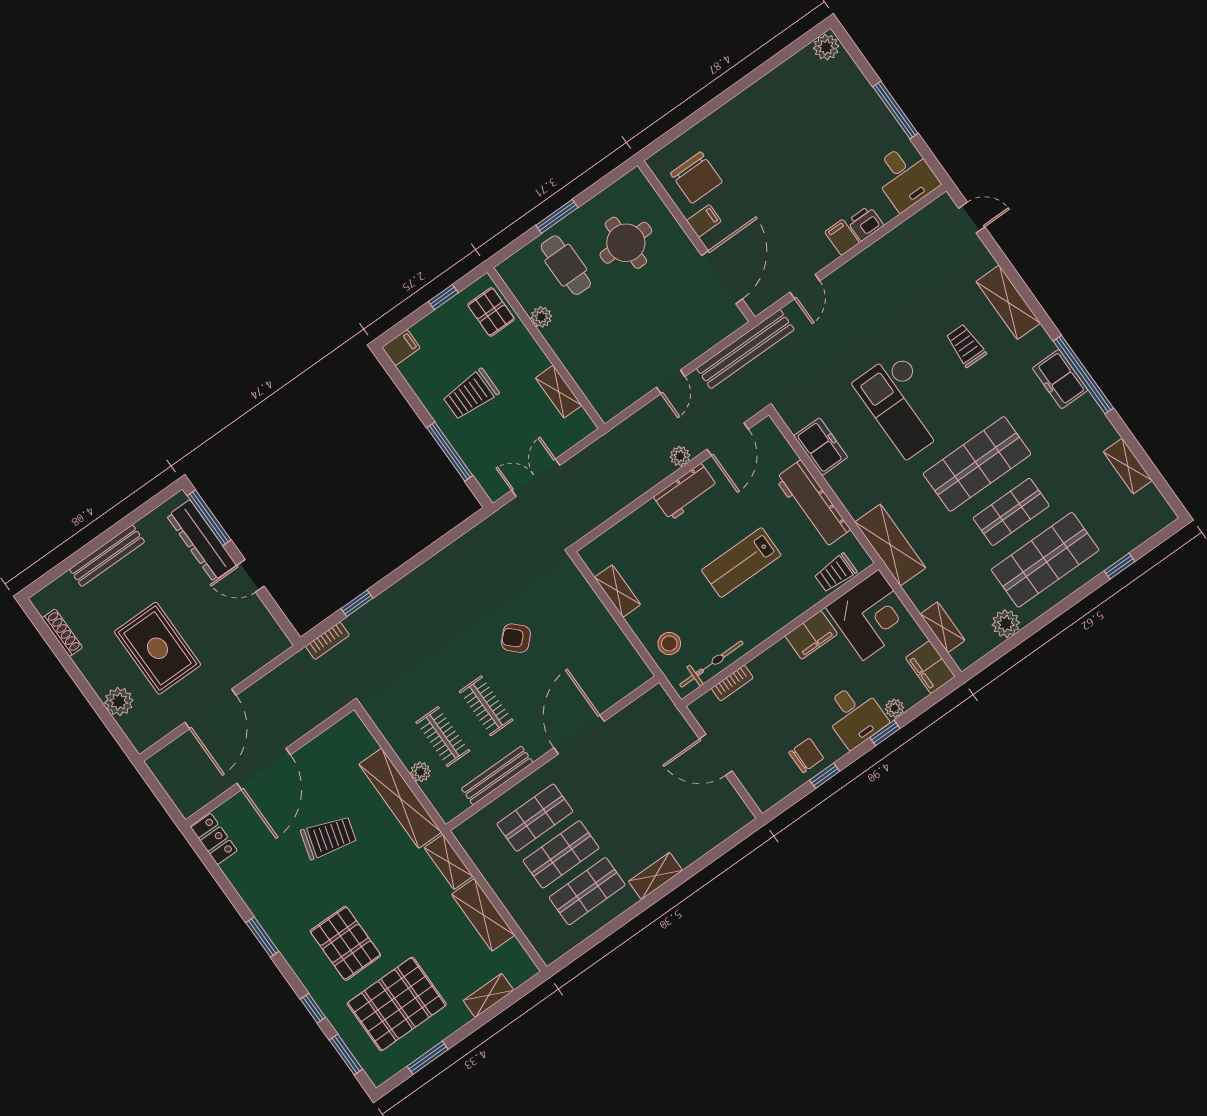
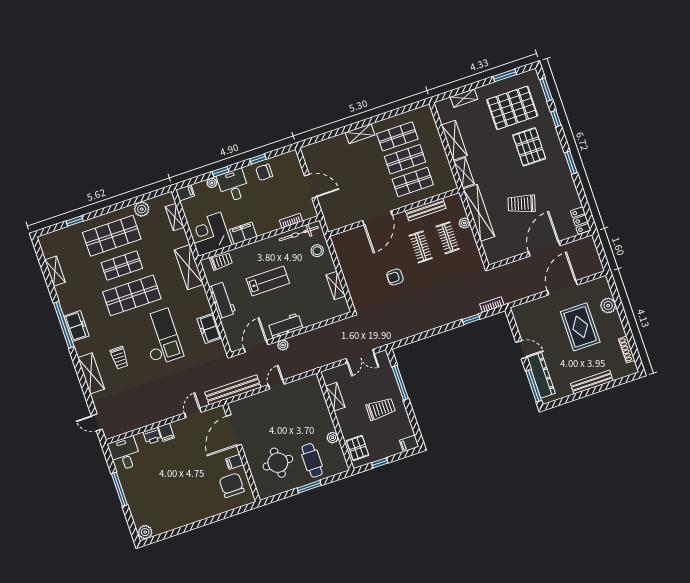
workbench: (813, 504) -> (222, 300), width x0.73
armchair: (516, 638) -> (395, 277), turned 135
filing cabinet: (930, 667) -> (185, 193), width x0.50

